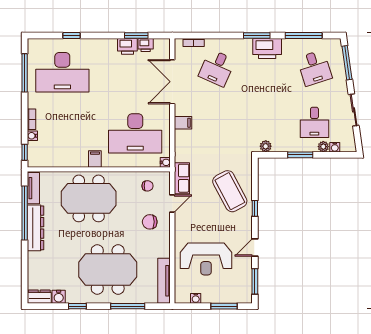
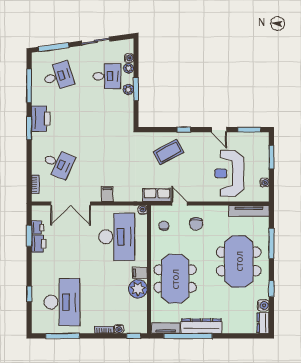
plant: (266, 146) -> (128, 89), moved
plant: (77, 157) -> (138, 289), added
coffee table: (230, 191) -> (169, 152), width x0.73, depth x0.76
reception desk: (206, 259) -> (229, 173), turned 180

